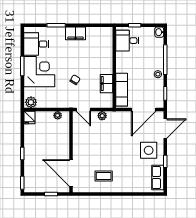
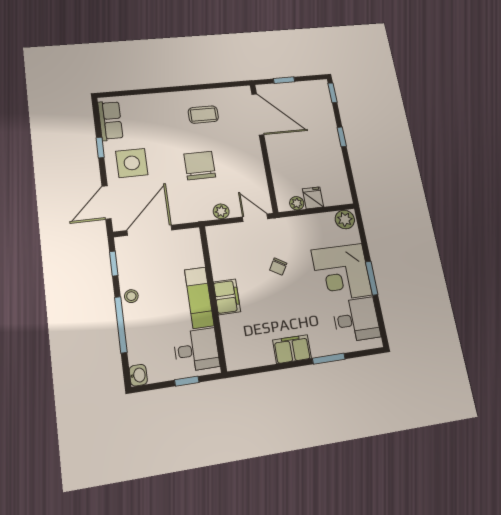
filing cabinet: (107, 84) -> (227, 297), moved
exam couch: (122, 90) -> (199, 298), moved
fridge: (29, 117) -> (313, 198), moved
chair: (110, 145) -> (200, 166), added

